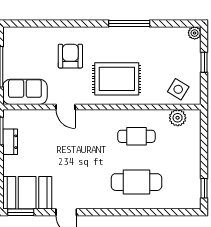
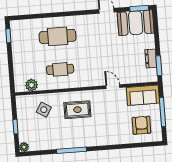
armchair: (70, 56) -> (141, 125), moved, turned 180
rug: (117, 79) -> (77, 110), width x0.73, depth x0.70
side table: (178, 89) -> (44, 110), moved

